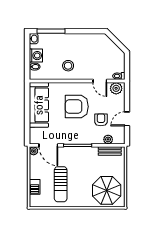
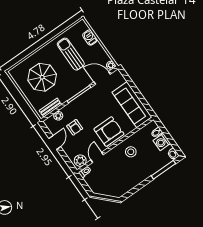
door: (100, 81) -> (97, 157), hinge flipped
armchair: (77, 107) -> (109, 132), moved
parasol: (107, 190) -> (42, 77), moved

